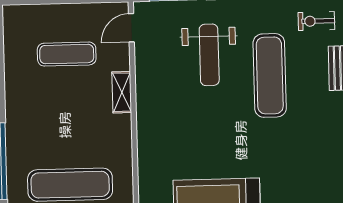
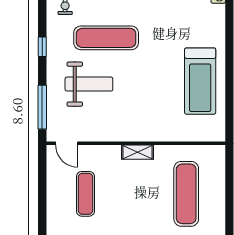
shelving: (122, 92) -> (138, 152), moved

